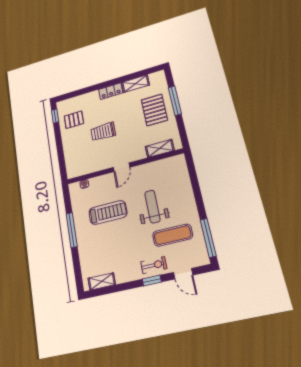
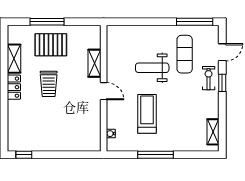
pallet: (74, 120) -> (35, 134), removed
trolley: (103, 132) -> (49, 84), moved
shelving: (160, 148) -> (94, 63), moved

